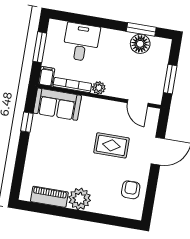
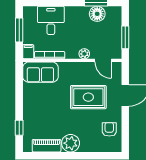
plant: (99, 88) -> (84, 54), moved
window: (27, 122) -> (19, 128), moved
rug: (111, 145) -> (88, 97), width x1.36, depth x1.43

